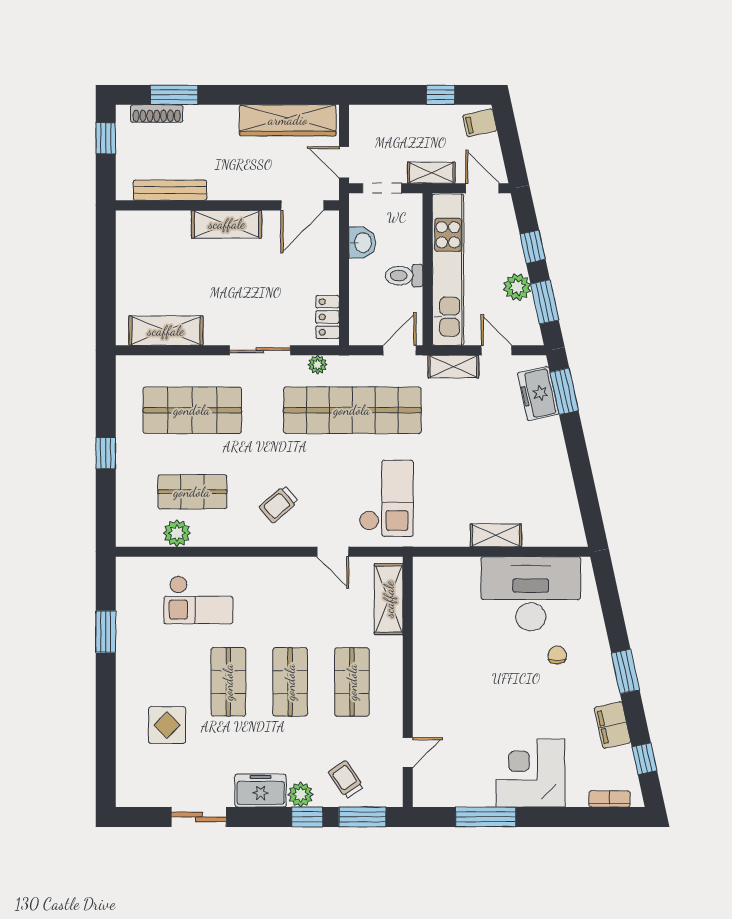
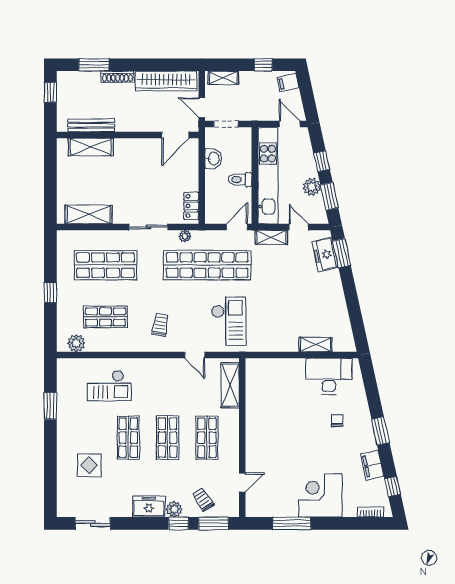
shoe rack: (157, 114) -> (118, 77), moved
shelving: (431, 173) -> (223, 78), moved
shelving: (227, 224) -> (91, 147), moved
trolley: (279, 504) -> (160, 325), turned 140
plant: (177, 533) -> (76, 343), moved
shelving: (496, 535) -> (315, 345), moved
desk: (531, 594) -> (329, 376), width x0.73, depth x0.77
sliding door: (199, 817) -> (93, 523), moved

